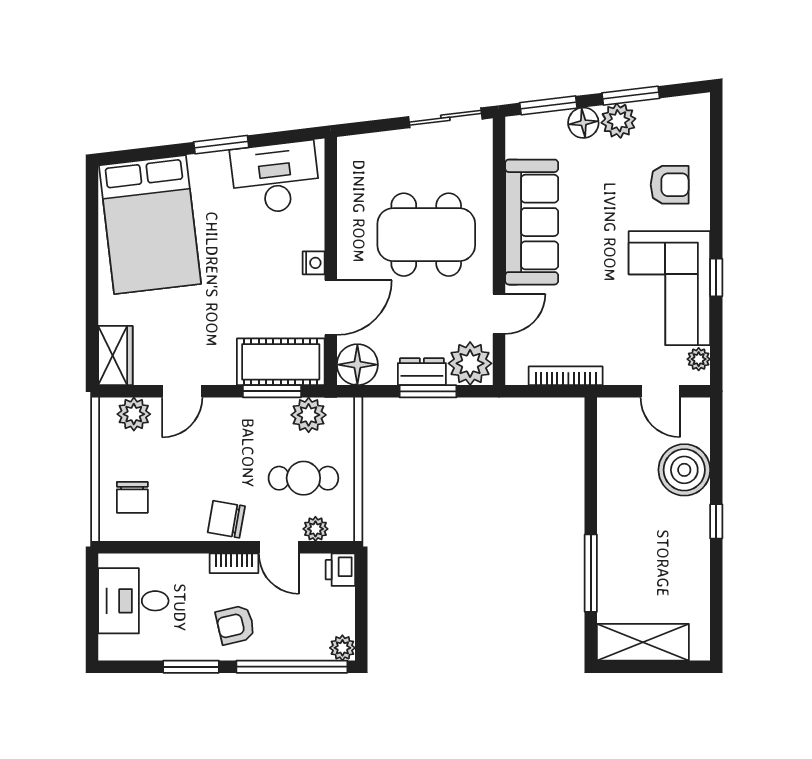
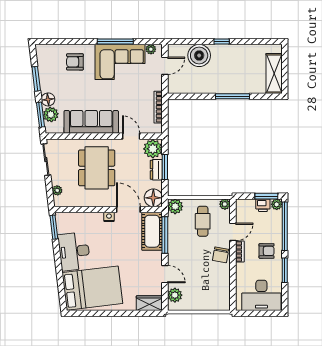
plant: (618, 121) -> (51, 114), moved
plant: (374, 144) -> (57, 190), added
window: (221, 145) -> (54, 227), moved
desk: (275, 178) -> (74, 251), moved
armchair: (670, 185) -> (75, 62), turned -90
window: (716, 277) -> (115, 42), width x2.17
window: (272, 391) -> (165, 235), width x1.44
plant: (309, 415) -> (175, 206), moved
chair: (132, 497) -> (211, 296), removed
plant: (315, 529) -> (225, 204), moved
printer: (340, 570) -> (263, 205), moved
window: (591, 573) -> (232, 96), moved
desk: (133, 601) -> (261, 295), width x1.37
armchair: (235, 625) -> (267, 251), turned -77
window: (361, 625) -> (266, 196), added

